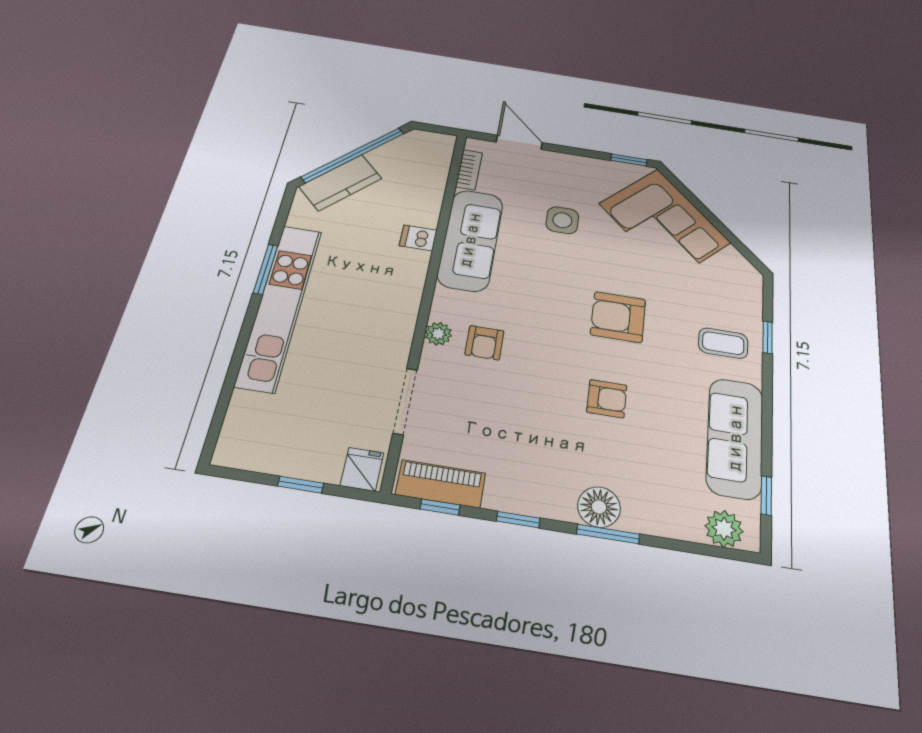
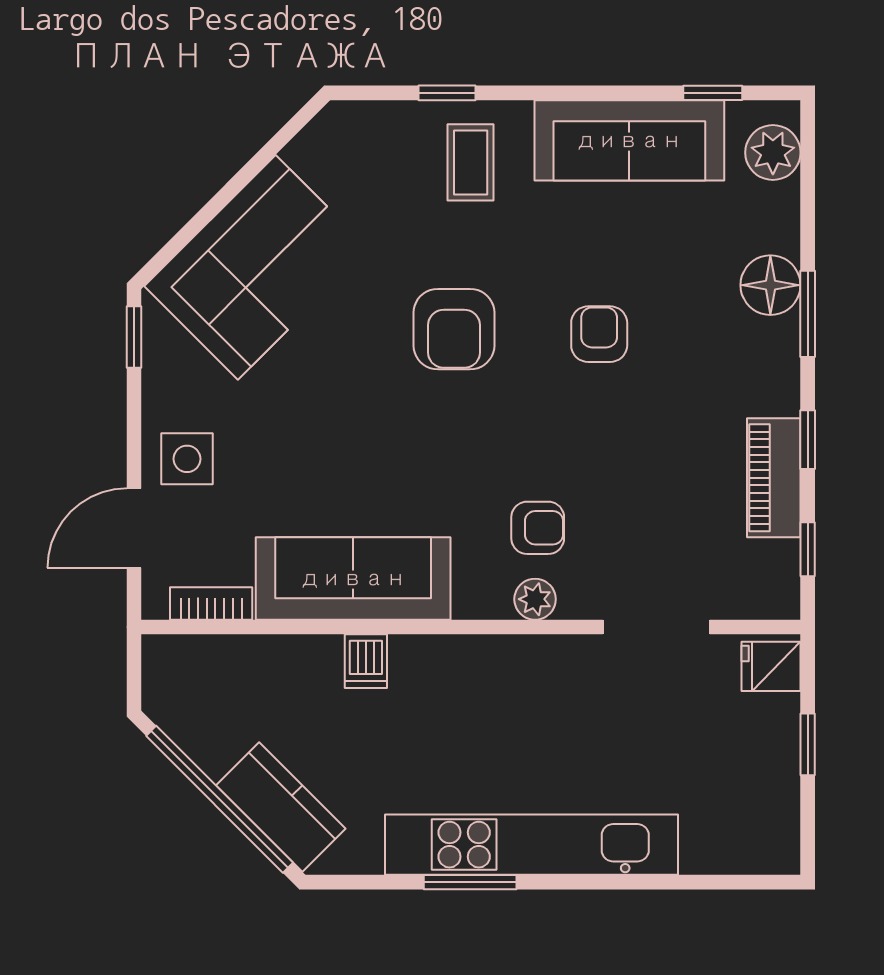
side table: (562, 220) -> (187, 459), moved
piano: (441, 484) -> (774, 478), moved
floor lamp: (599, 507) -> (770, 285), moved

